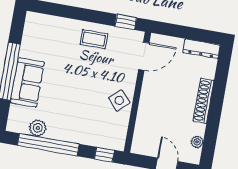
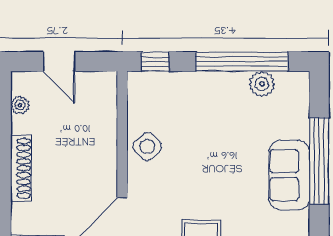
sofa: (27, 83) -> (289, 175), moved

